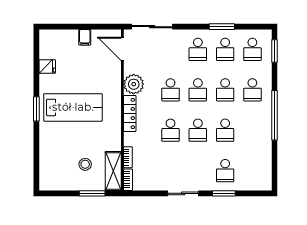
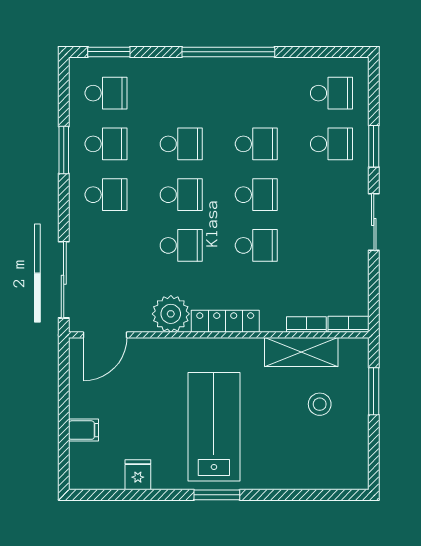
filing cabinet: (85, 37) -> (83, 430), moved
school desk: (252, 90) -> (331, 93), moved
shelving: (113, 171) -> (301, 352), moved

